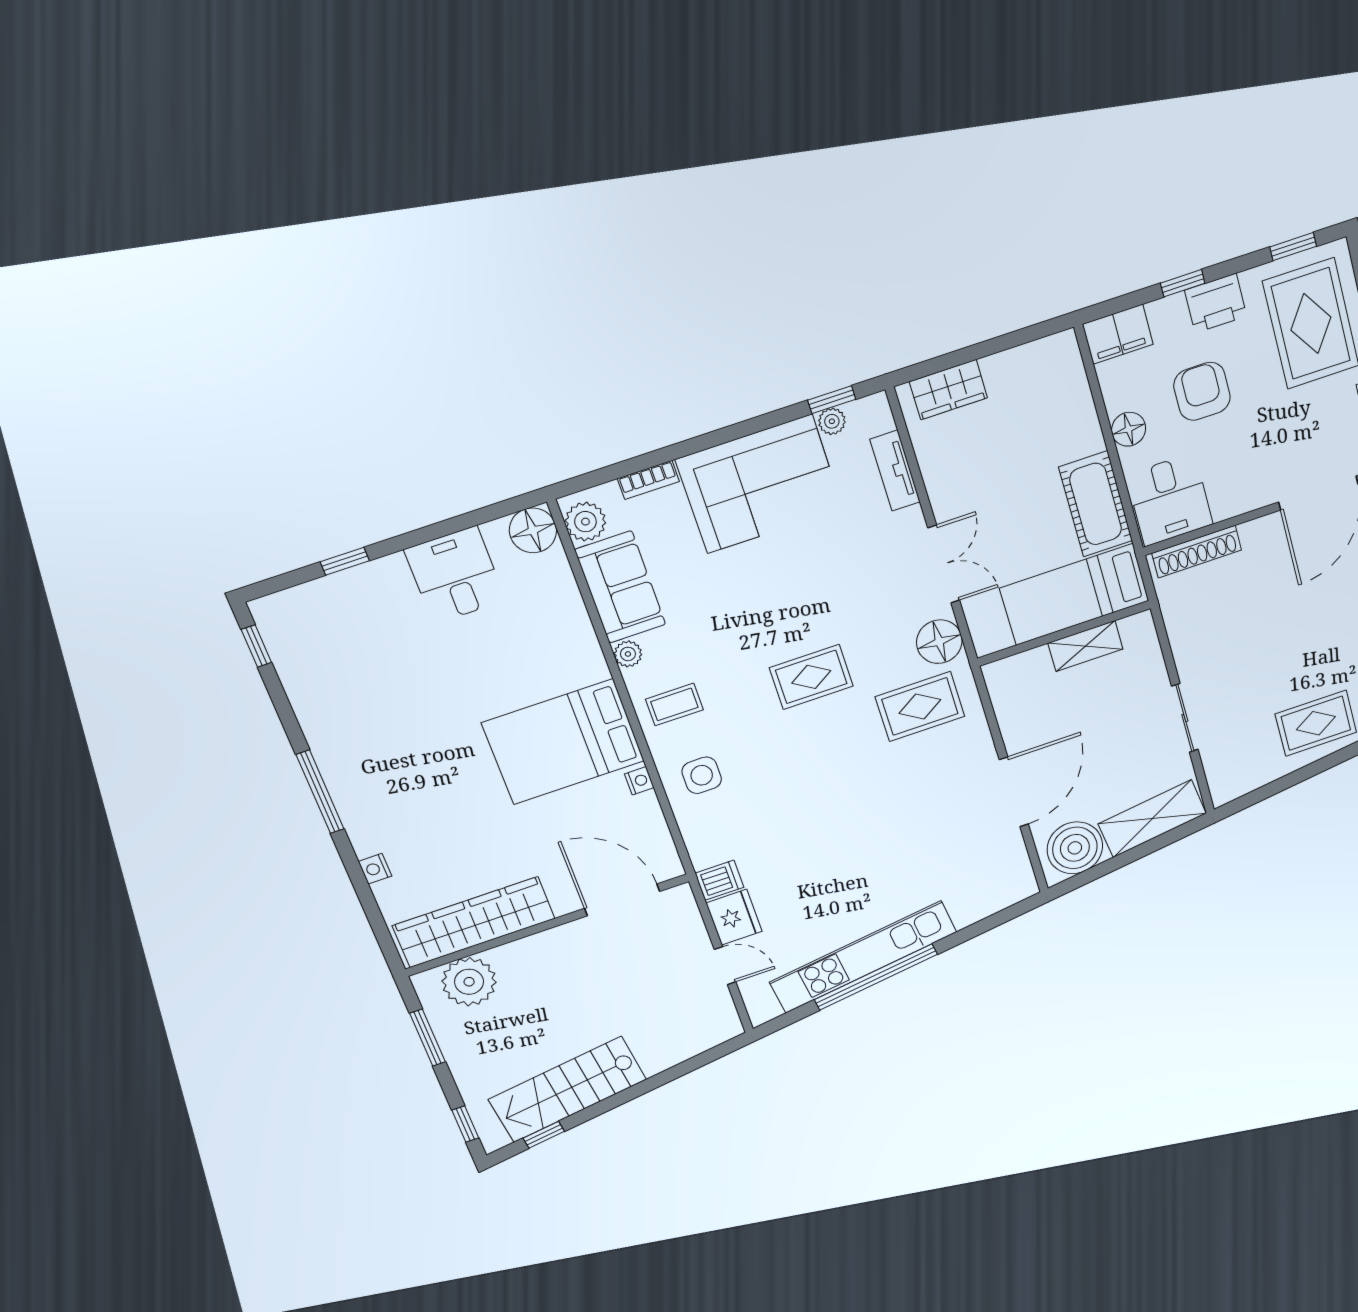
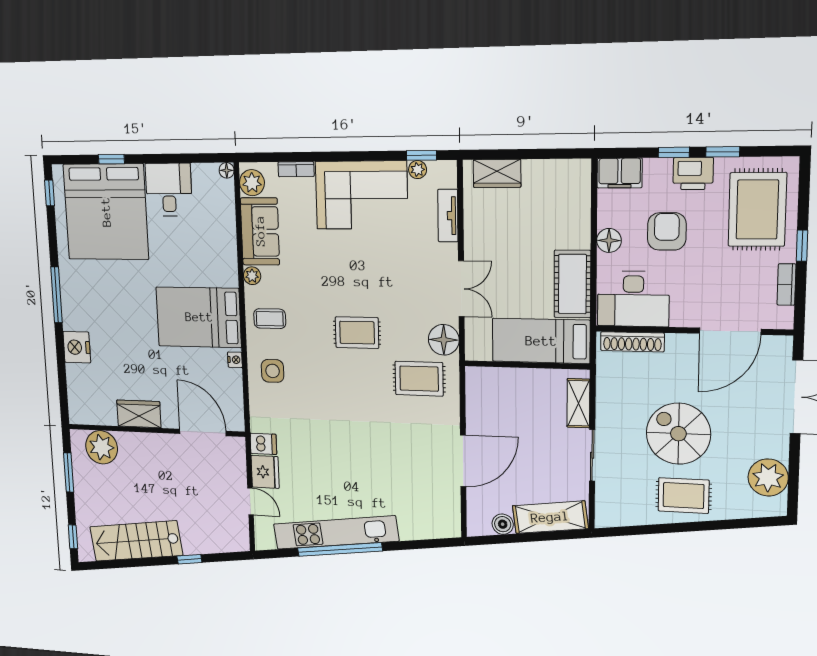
window: (1293, 247) -> (723, 152), moved
desk: (1170, 500) -> (633, 299), width x1.37
floor lamp: (533, 530) -> (227, 170), width x0.53, depth x0.53
bed: (362, 642) -> (106, 212), added
shelving: (1085, 646) -> (578, 403), moved, turned 90
spiral stairs: (1288, 648) -> (678, 434), added
boiler: (1075, 848) -> (503, 524), width x0.54, depth x0.54
nightstand: (375, 869) -> (77, 347), width x1.89, depth x1.79
wardrobe: (474, 922) -> (139, 414), width x0.48, depth x0.85
window: (544, 1135) -> (189, 559), moved

